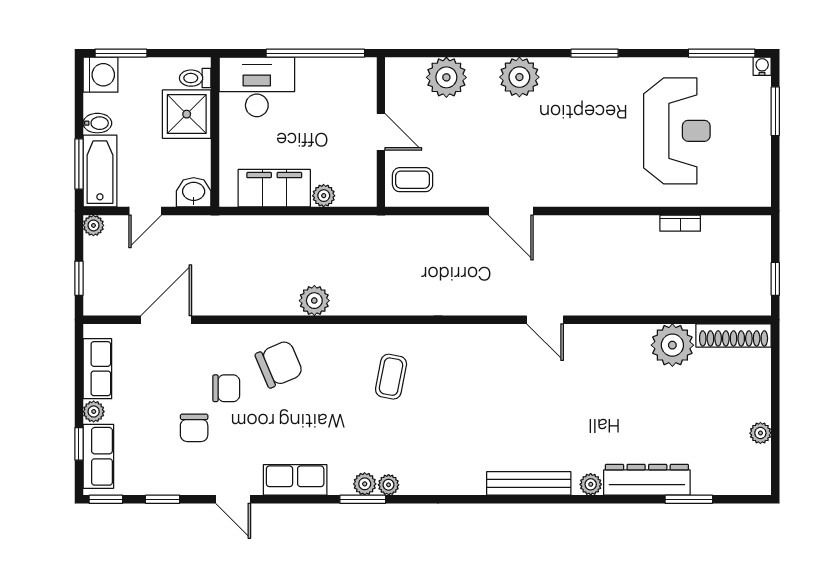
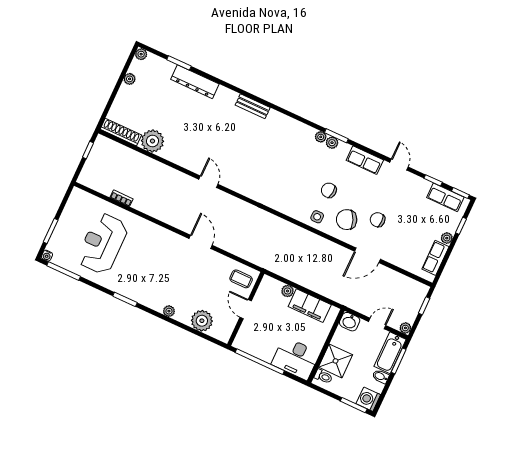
plant: (519, 77) -> (169, 311), width x0.53, depth x0.53
plant: (314, 301) -> (315, 242), removed
door: (166, 320) -> (367, 255), moved
side table: (332, 346) -> (317, 217), added
coffee table: (391, 377) -> (295, 189), removed
chair: (194, 428) -> (329, 190), moved, turned -84
row of seats: (98, 456) -> (445, 197), moved, turned -90
bench: (529, 483) -> (253, 106), width x0.73
plant: (591, 484) -> (141, 54), moved

